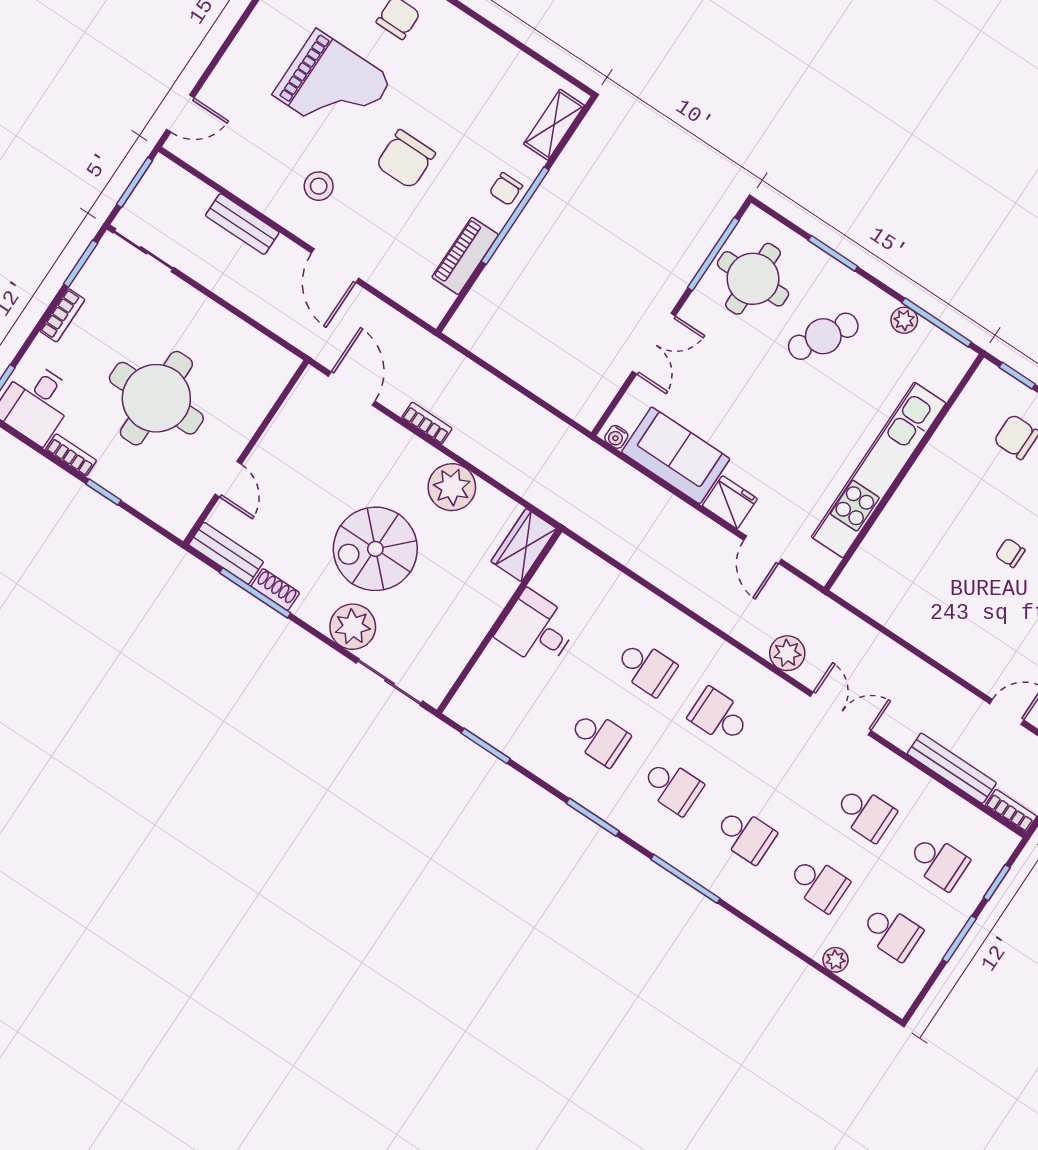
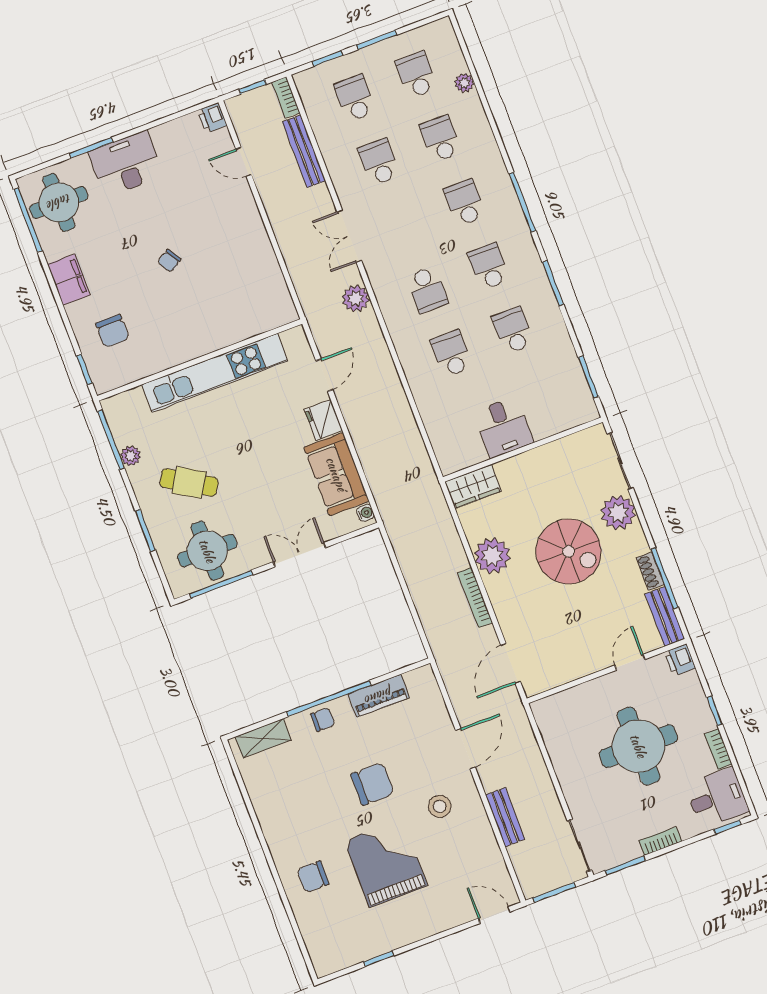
bookcase: (427, 423) -> (475, 598), width x1.56
printer: (178, 519) -> (680, 660), added
chair: (1010, 553) -> (169, 261), turned 59

